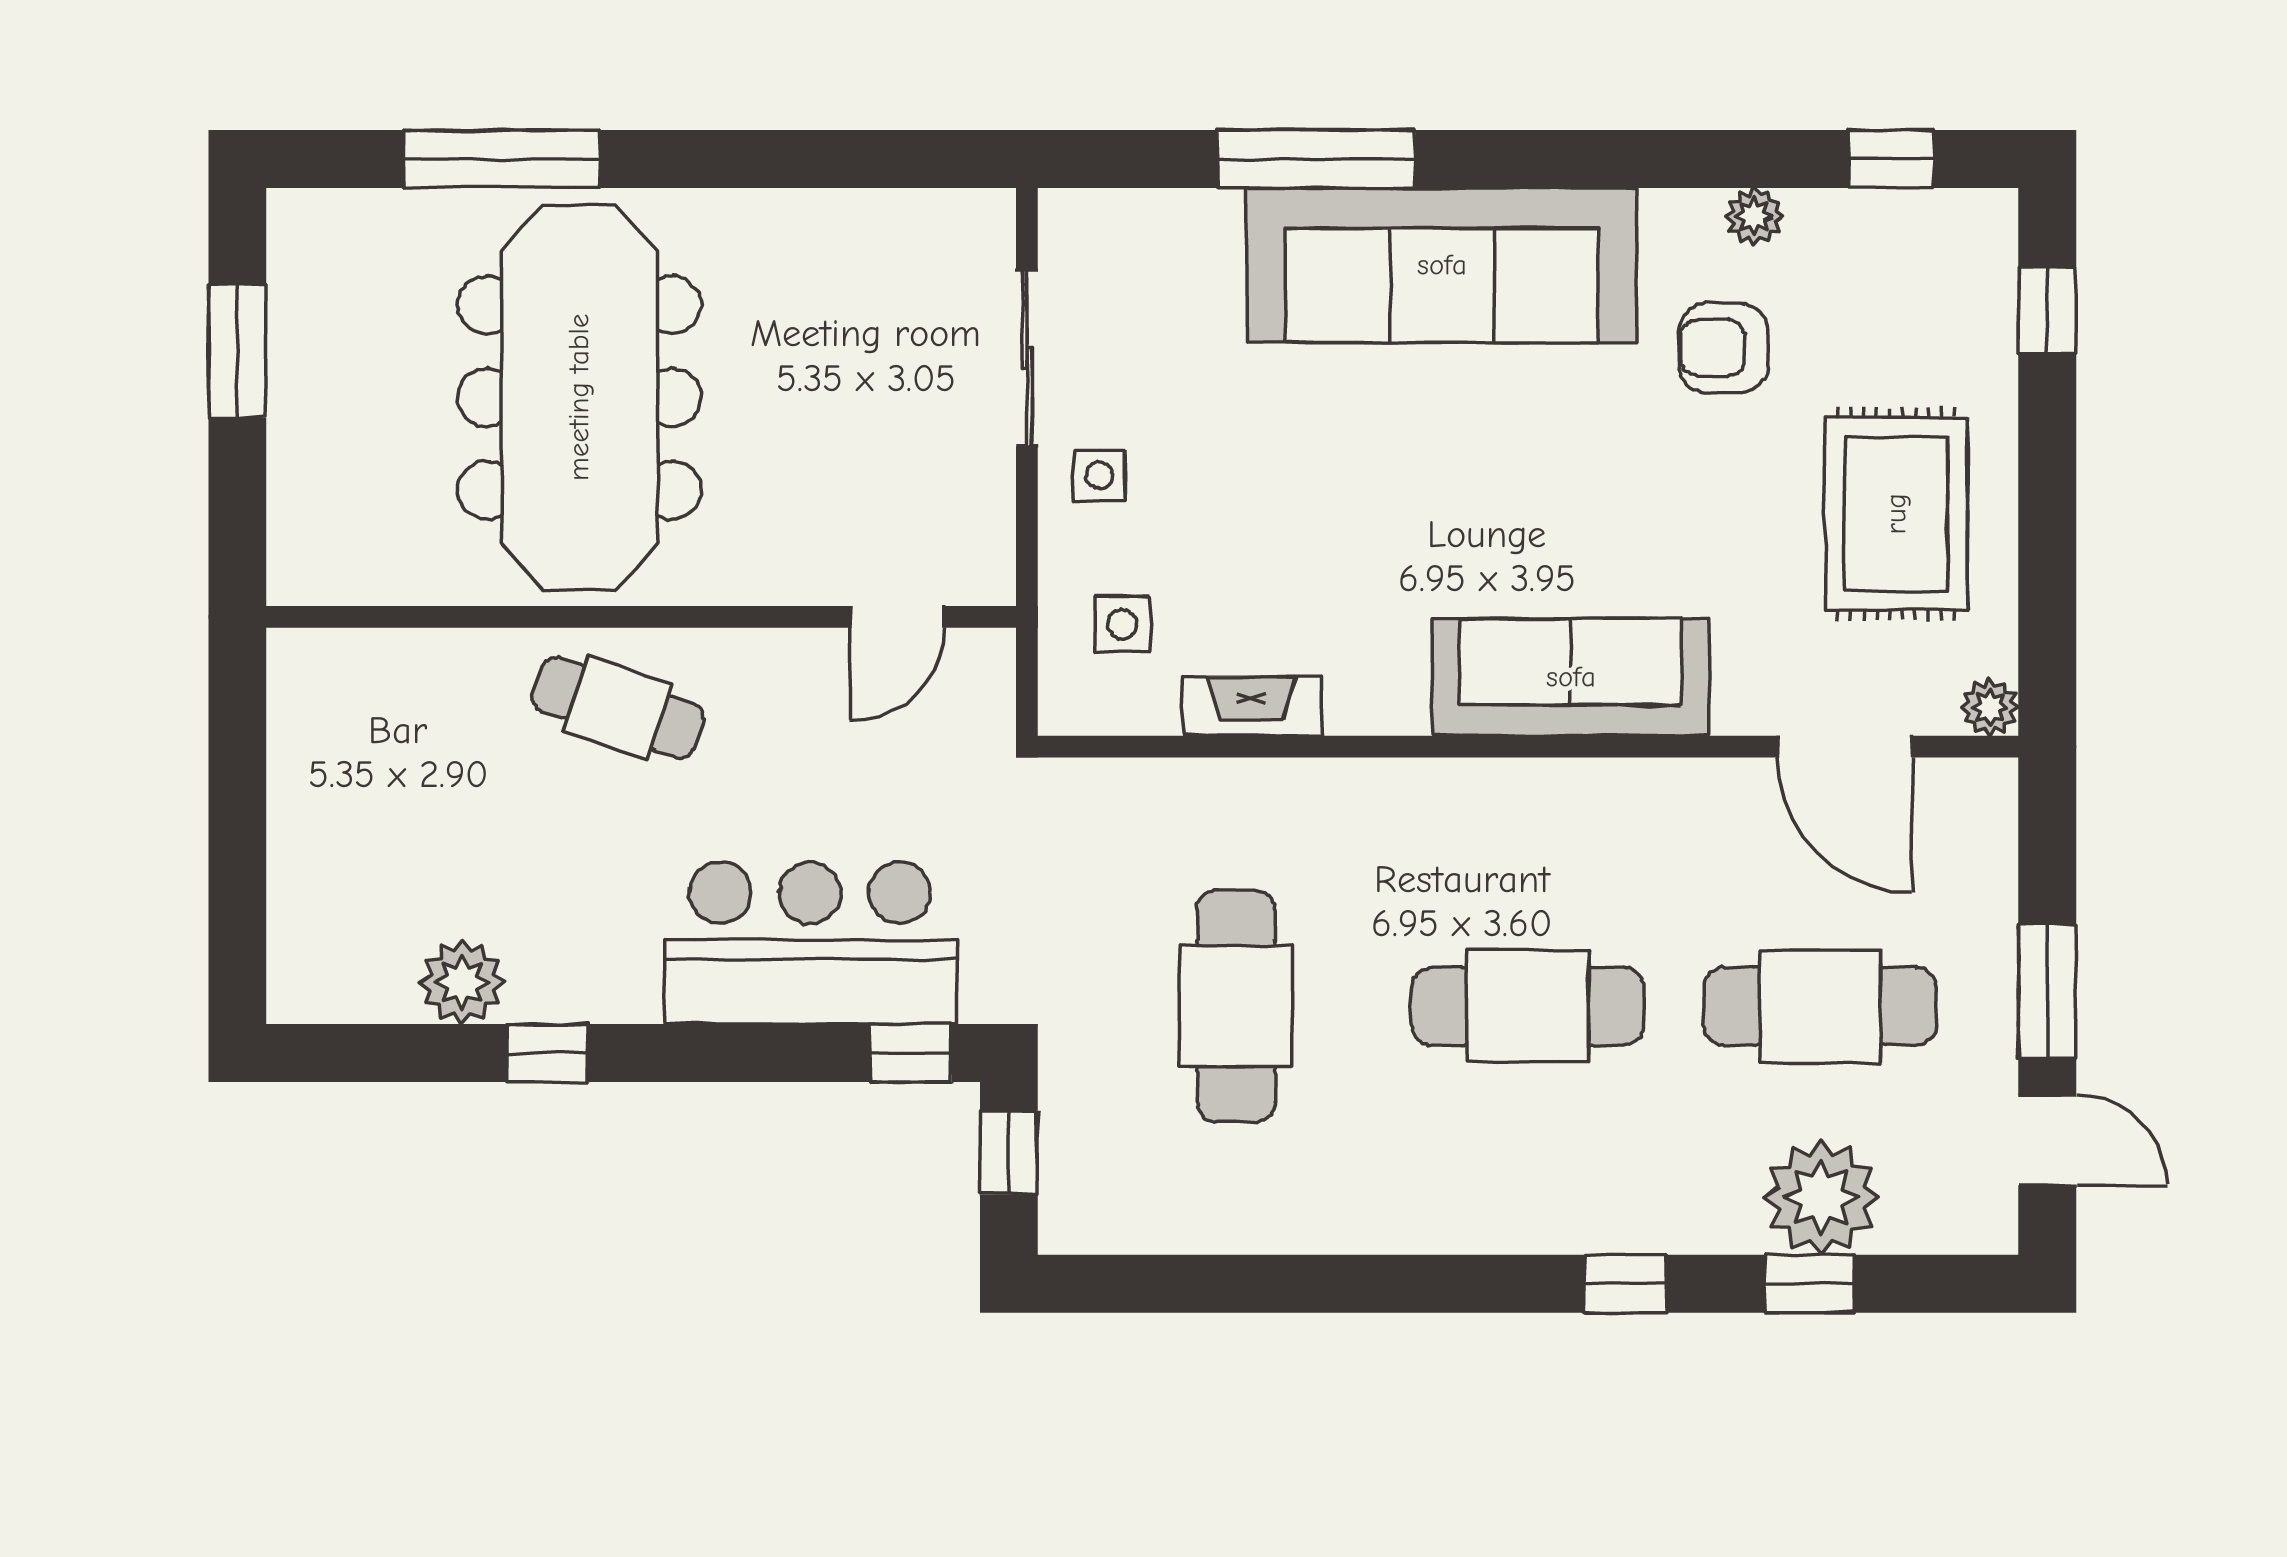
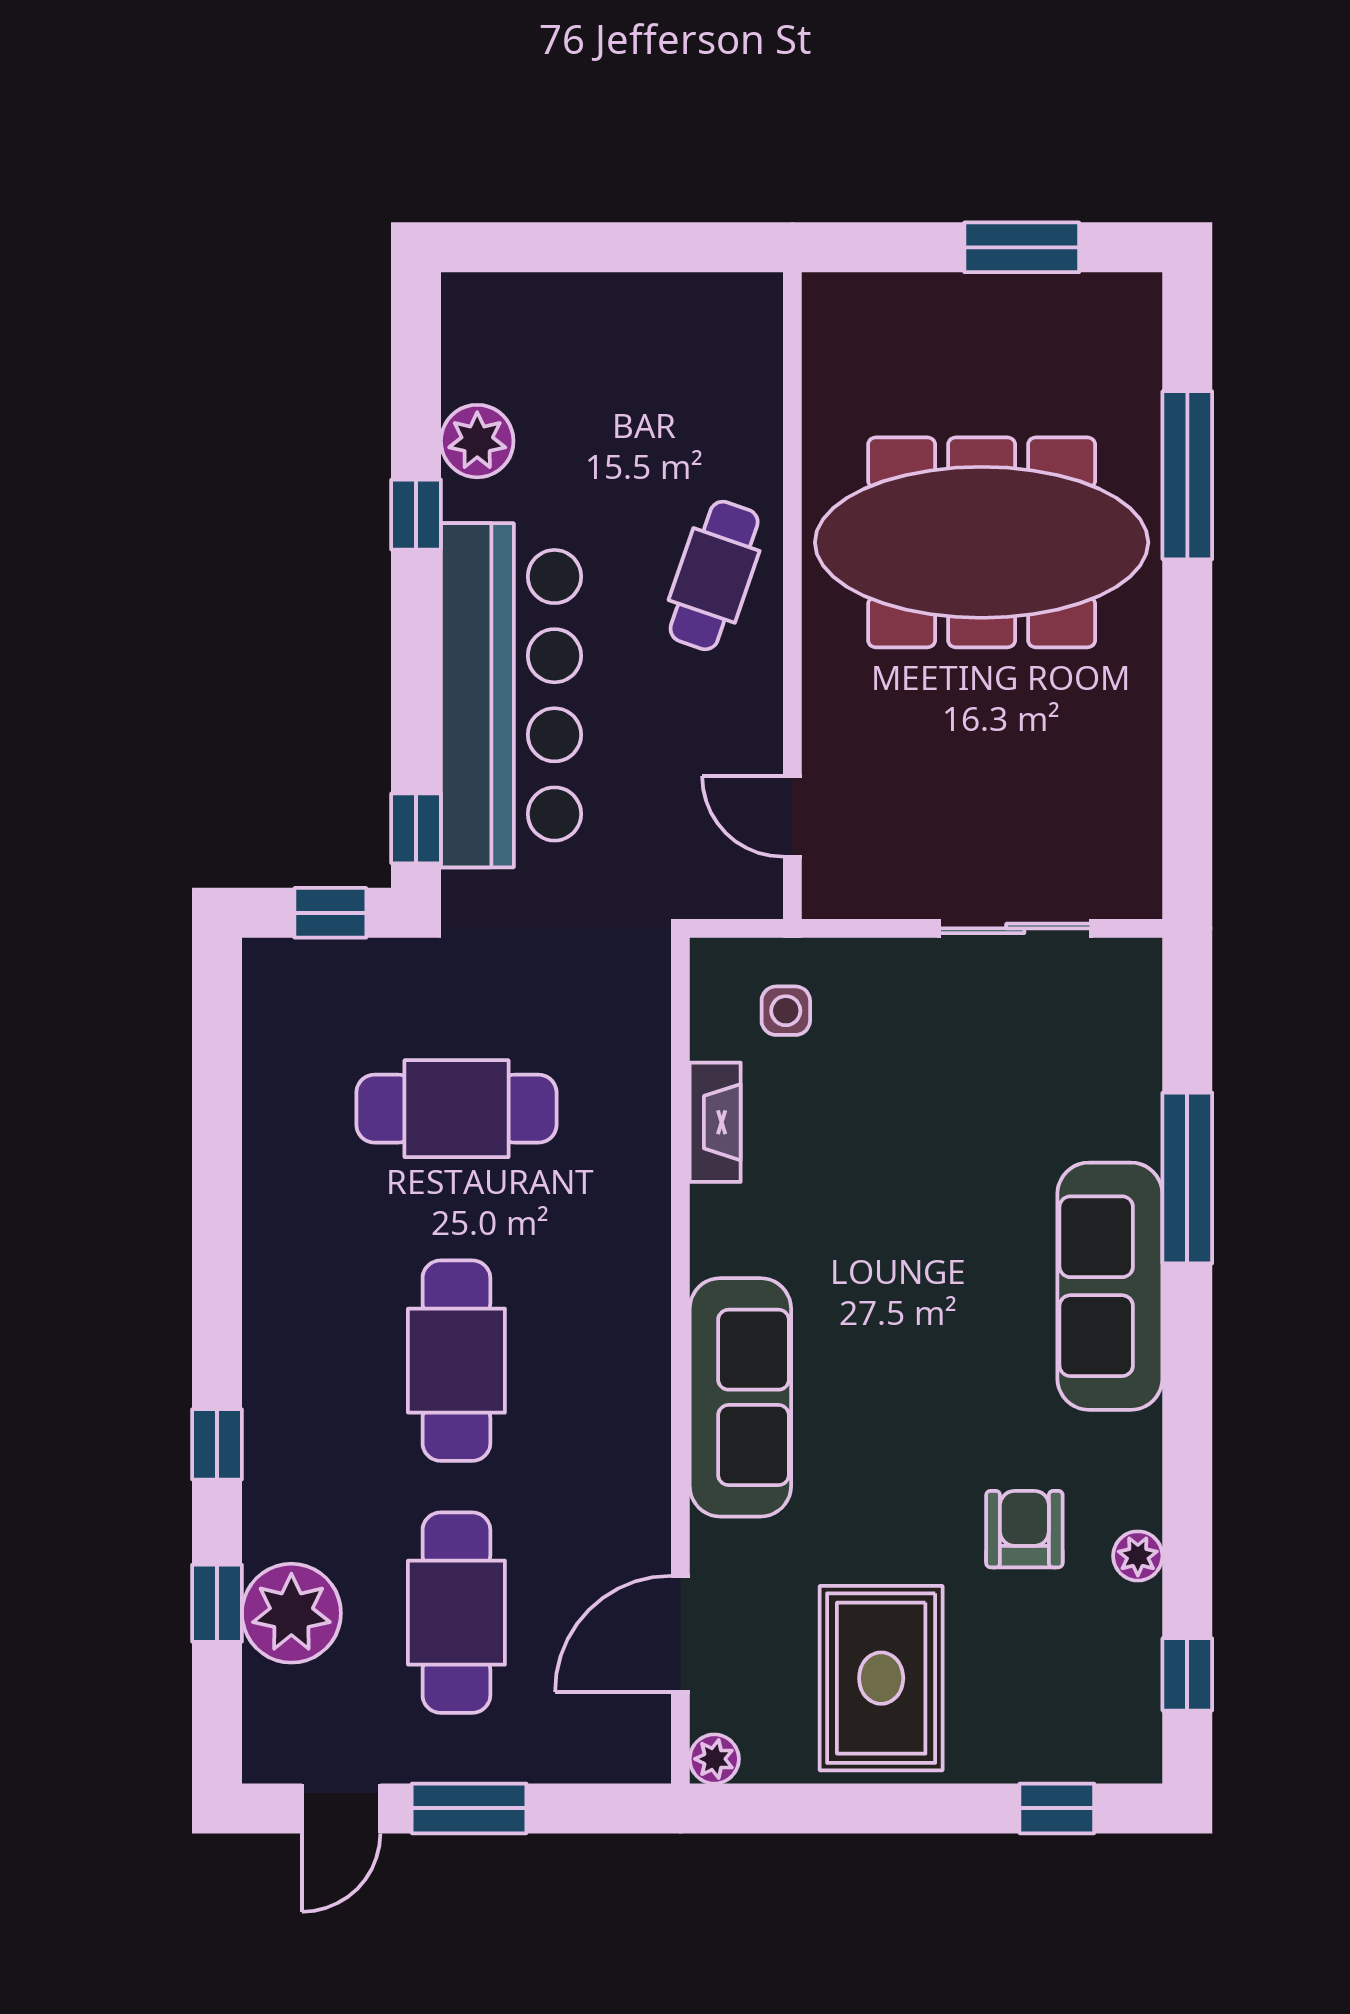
sofa: (1442, 265) -> (1110, 1286), width x0.74, depth x0.79
side table: (1099, 476) -> (914, 991), removed
rug: (1896, 514) -> (881, 1678), turned 90
bar counter: (810, 943) -> (511, 695), width x1.36

